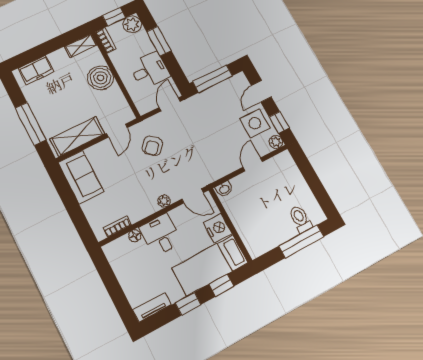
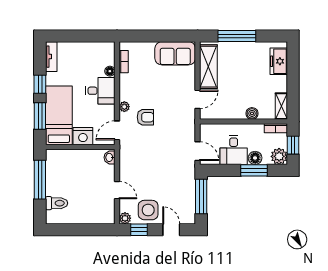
floor lamp: (146, 46) -> (255, 158), added
boiler: (101, 78) -> (252, 113), width x0.54, depth x0.54
door: (117, 131) -> (198, 99), swing flipped
armchair: (152, 146) -> (145, 117), moved, turned 140
window: (301, 241) -> (40, 180), moved
window: (221, 285) -> (40, 116), width x1.50

